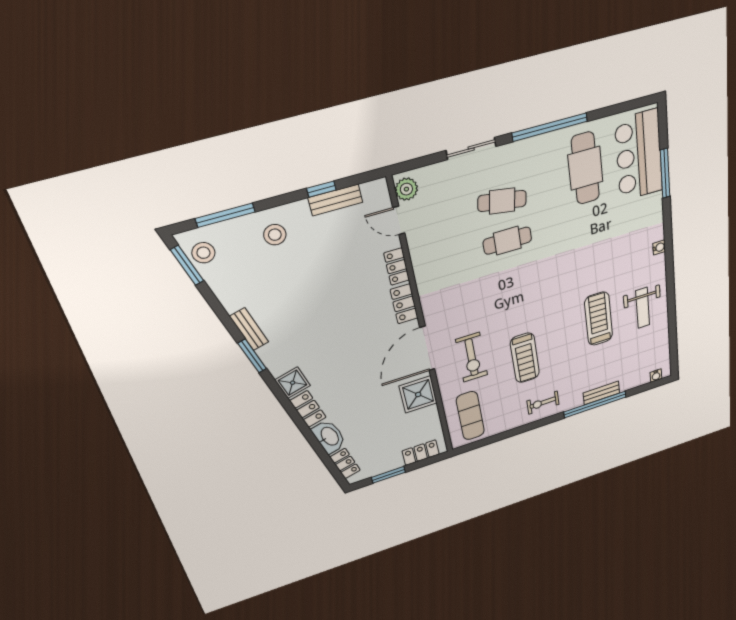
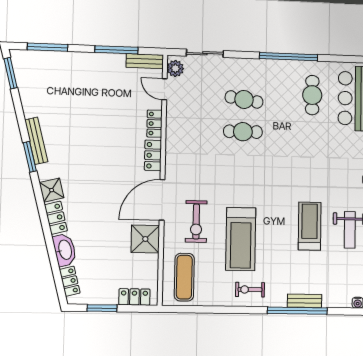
sliding door: (471, 148) -> (205, 53), moved
cafe table: (585, 168) -> (312, 95), width x0.73, depth x0.74
window: (321, 189) -> (116, 50), width x2.17
bench: (335, 200) -> (145, 61), moved
stool: (275, 235) -> (76, 71), removed
stool: (203, 253) -> (24, 68), removed
bench: (249, 329) -> (36, 141), width x1.36
treadmill: (525, 358) -> (241, 239), width x1.37, depth x1.38

